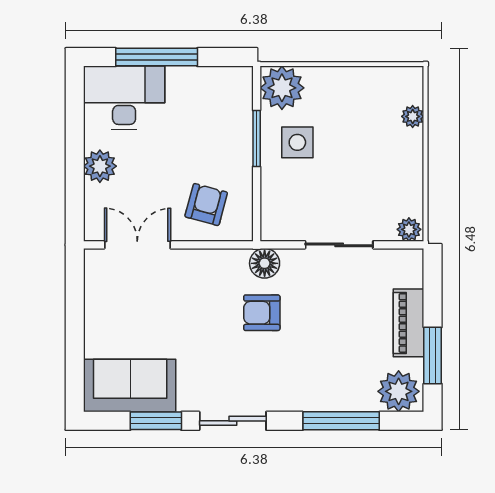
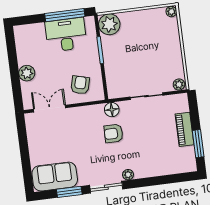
window: (157, 57) -> (65, 15), moved
desk: (124, 98) -> (66, 35), moved
plant: (413, 116) -> (171, 12), moved
side table: (297, 142) -> (120, 50), removed
plant: (399, 391) -> (128, 175), moved, width x0.53, depth x0.53
window: (341, 421) -> (158, 180), removed

